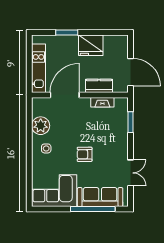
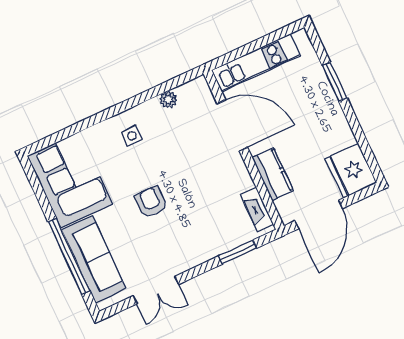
fridge: (91, 45) -> (351, 171), moved
fireplace: (102, 102) -> (257, 209), moved
plant: (41, 126) -> (168, 100), width x0.53, depth x0.53

